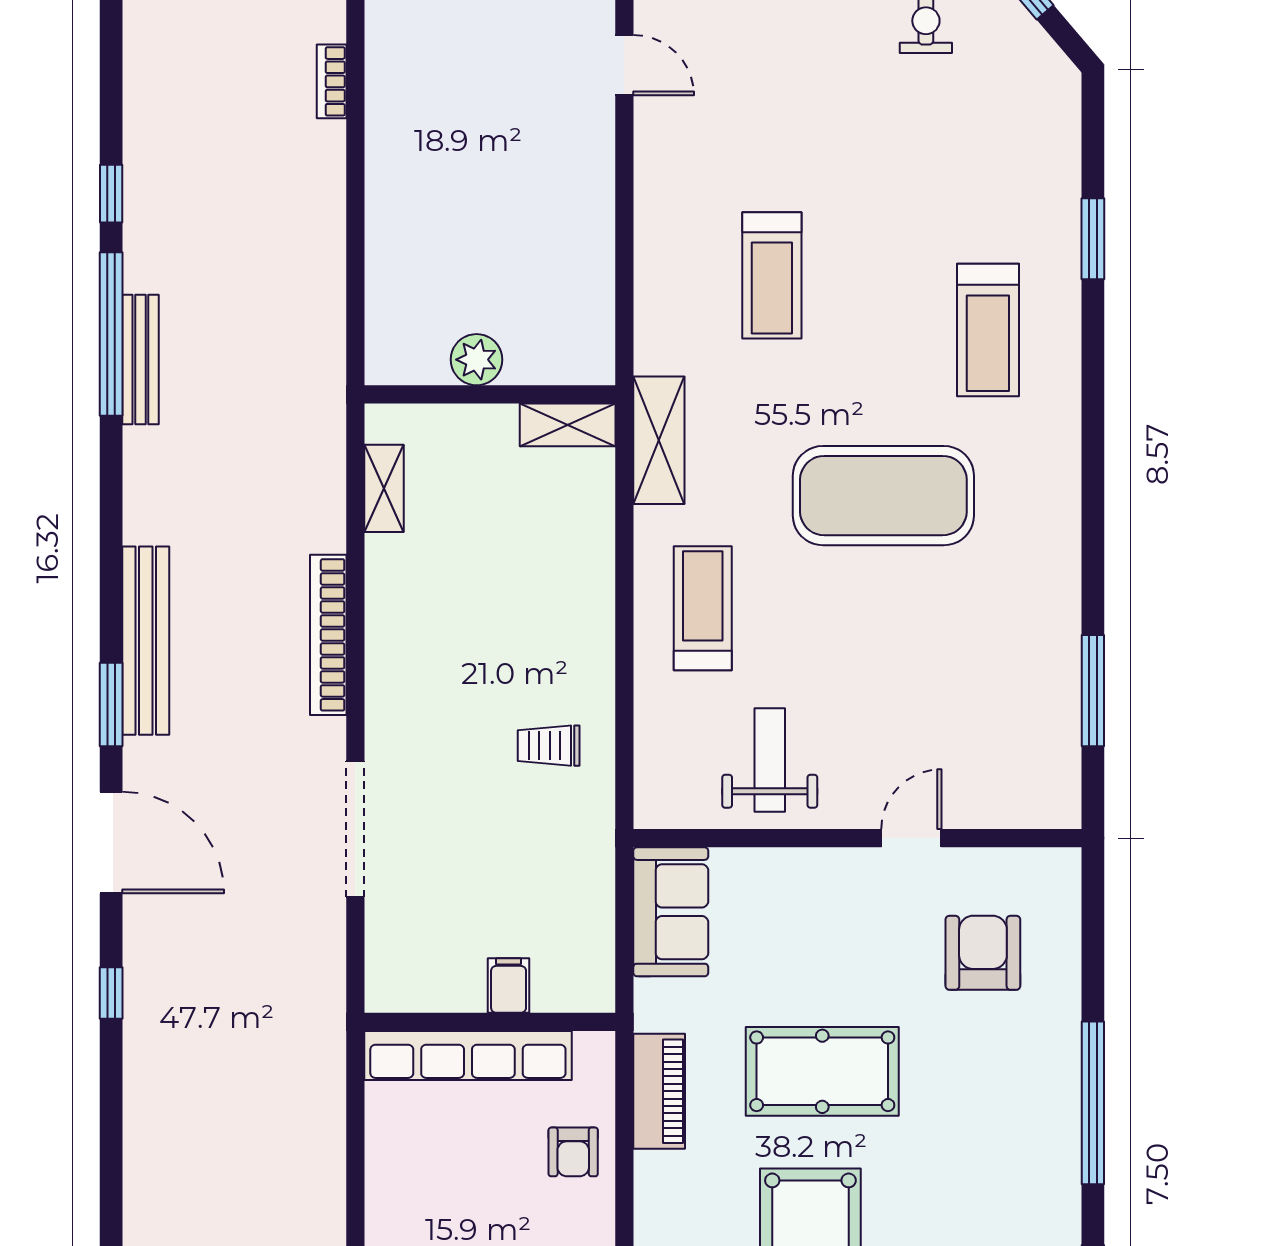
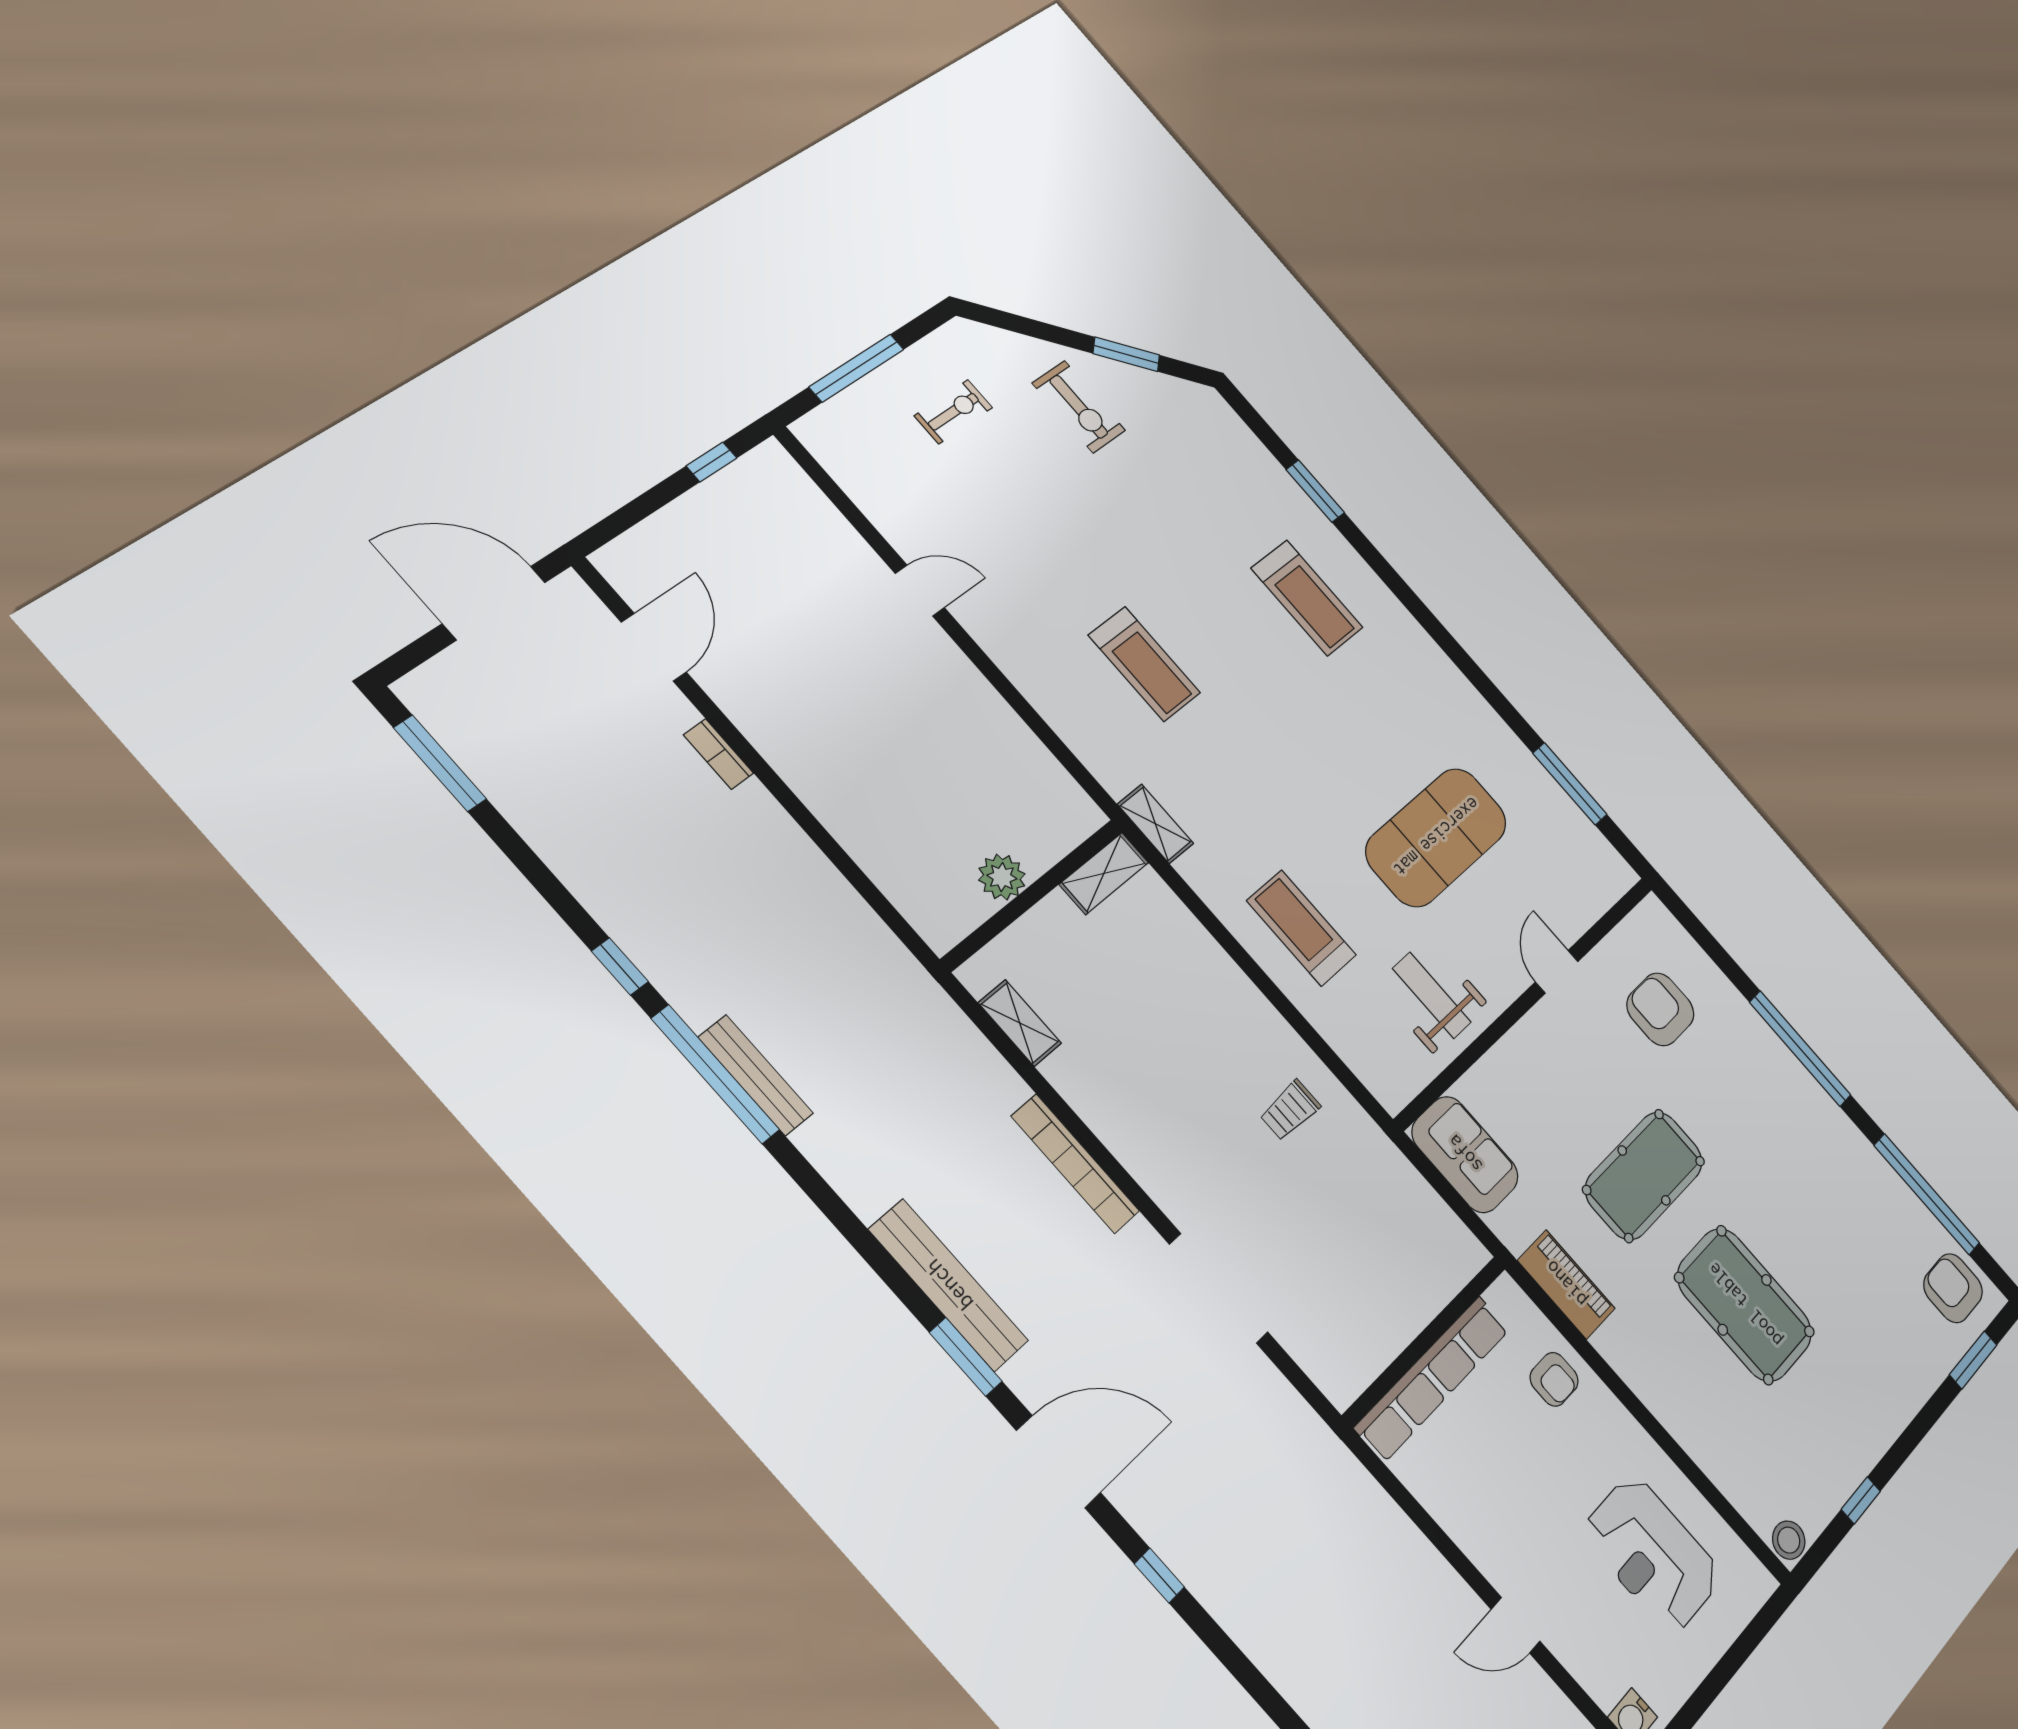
shelving: (659, 440) -> (1155, 824), width x0.67, depth x0.75
exercise mat: (883, 496) -> (1437, 837), moved
filing cabinet: (509, 985) -> (1414, 1303), removed

